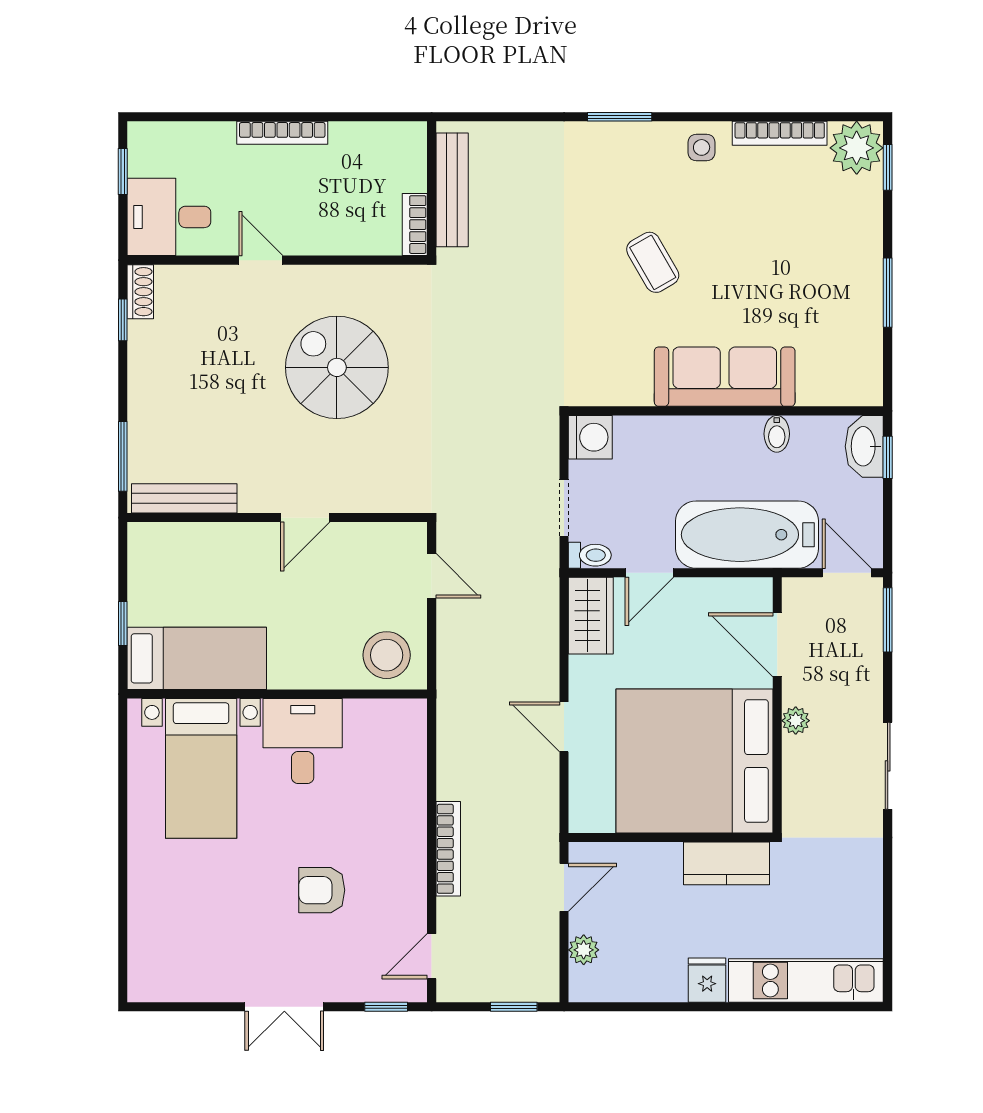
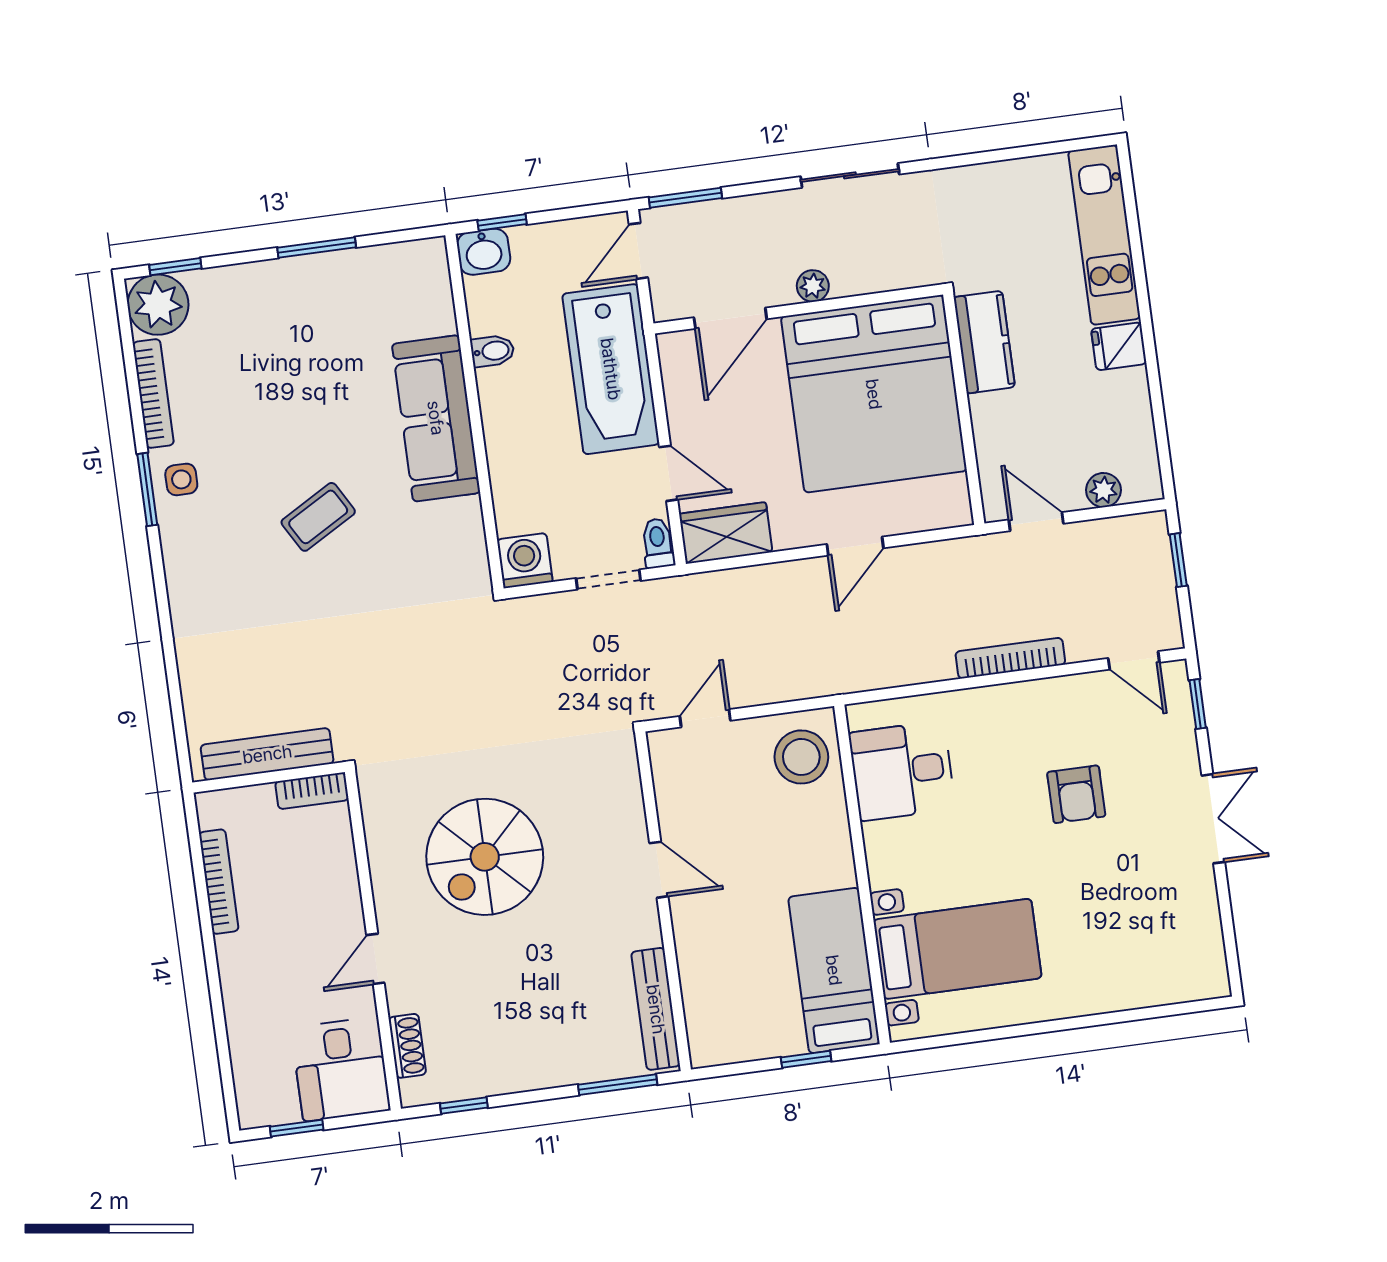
window: (620, 117) -> (147, 489), moved
bookcase: (282, 133) -> (219, 882), moved
shoe rack: (140, 292) -> (407, 1046), moved, turned 90
washbasin: (864, 446) -> (484, 252), width x0.72
desk: (303, 741) -> (902, 771), moved

